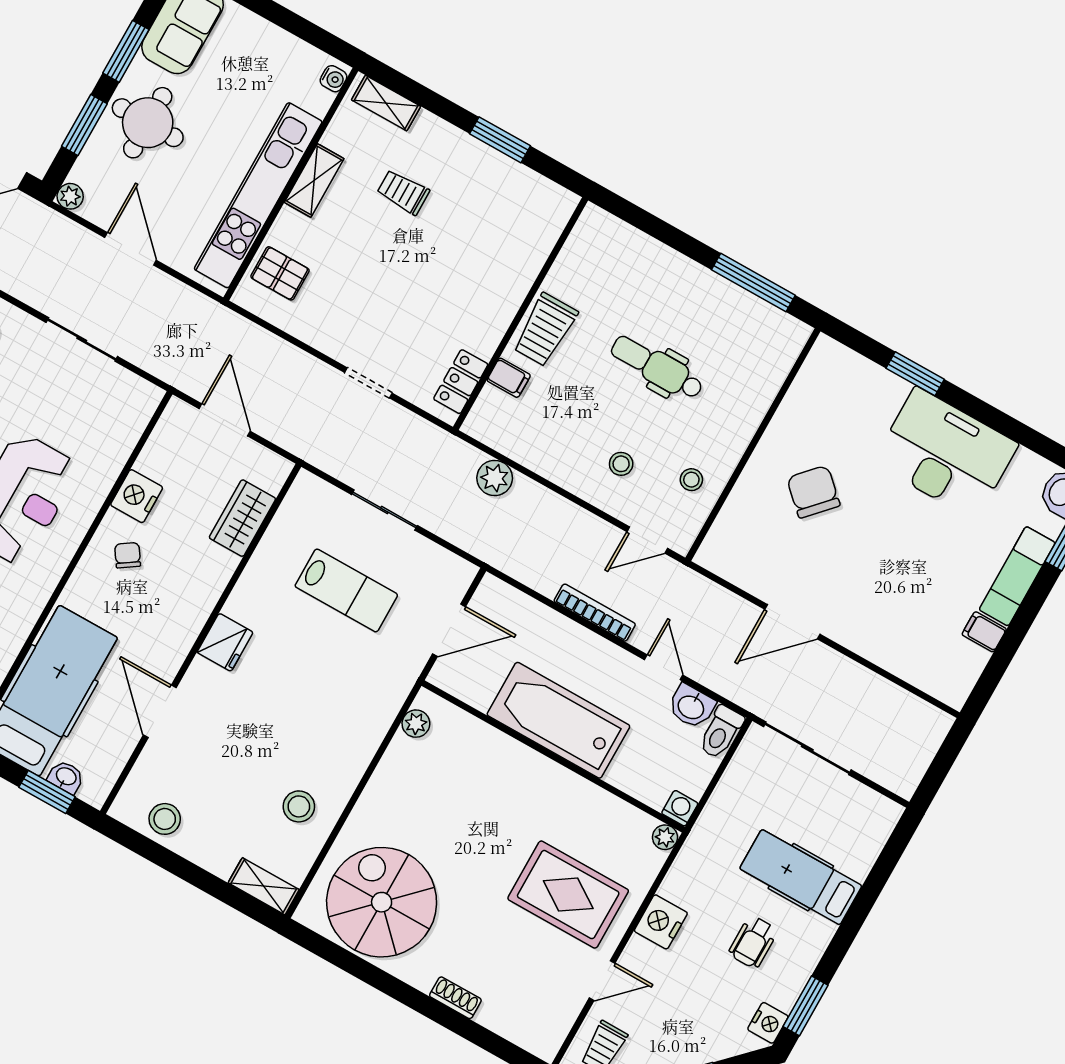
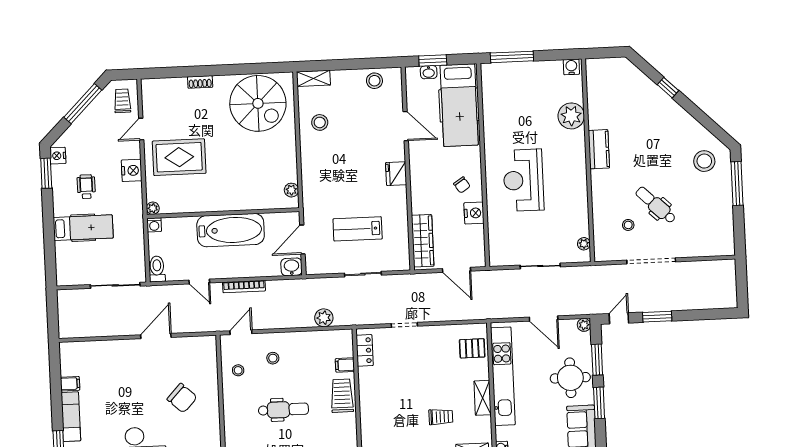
wardrobe: (242, 518) -> (423, 241), width x1.50
washbasin: (691, 706) -> (292, 267), moved

